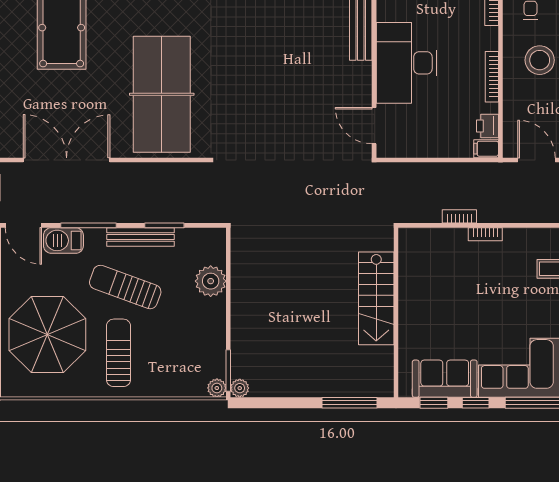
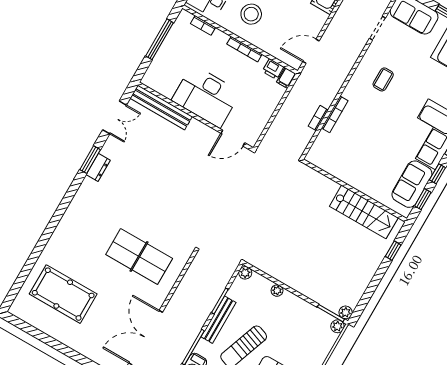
table tennis table: (162, 94) -> (139, 257), width x0.73, depth x0.76
bookcase: (485, 234) -> (335, 114), width x1.56
plant: (217, 237) -> (245, 273), added
plant: (211, 281) -> (277, 291), width x0.53, depth x0.53
stairs: (376, 298) -> (364, 212), moved
window: (350, 403) -> (393, 251), width x0.46

